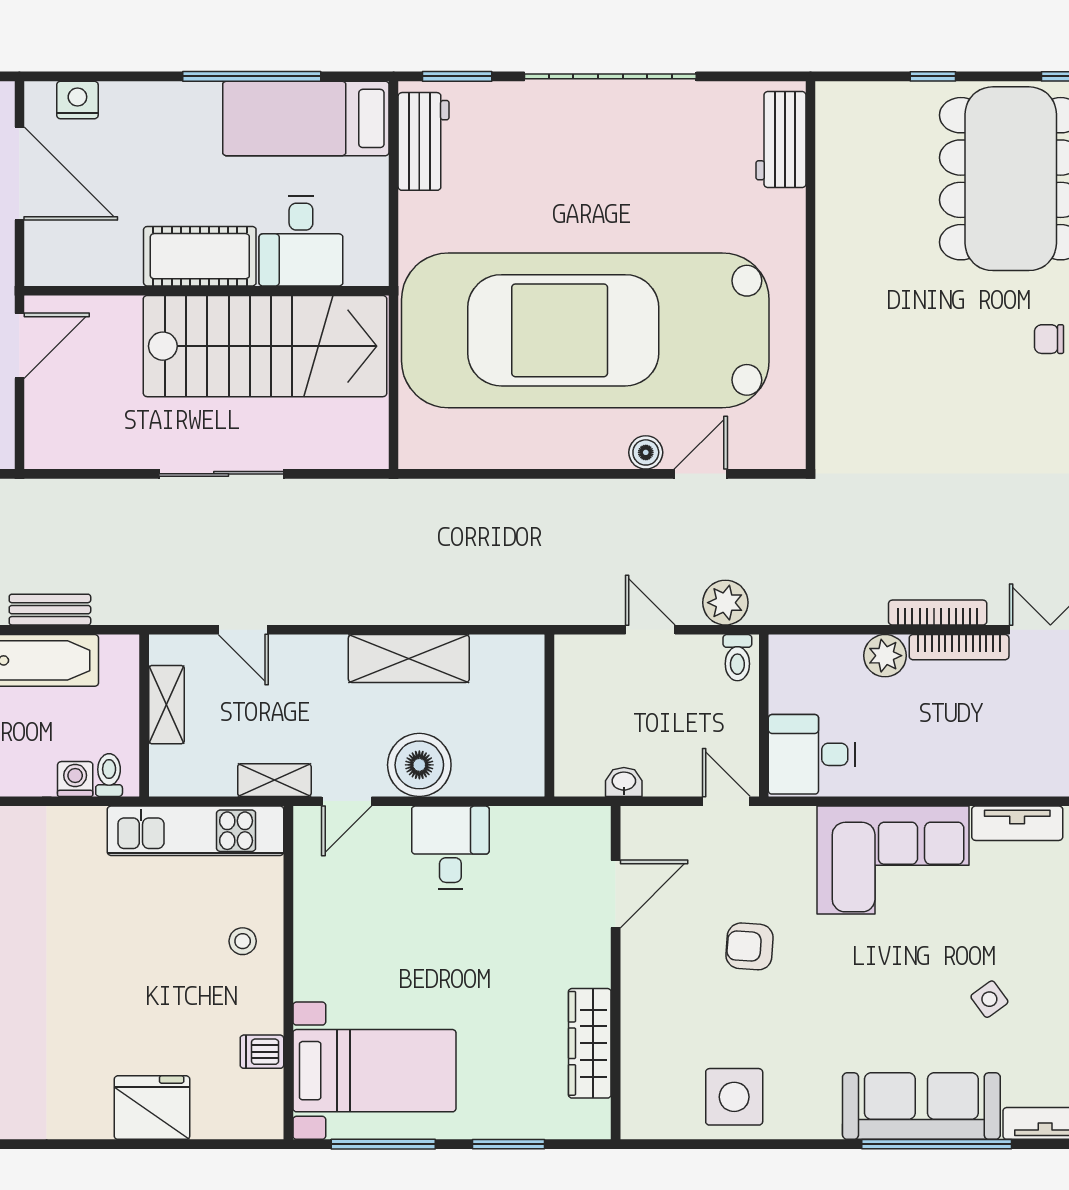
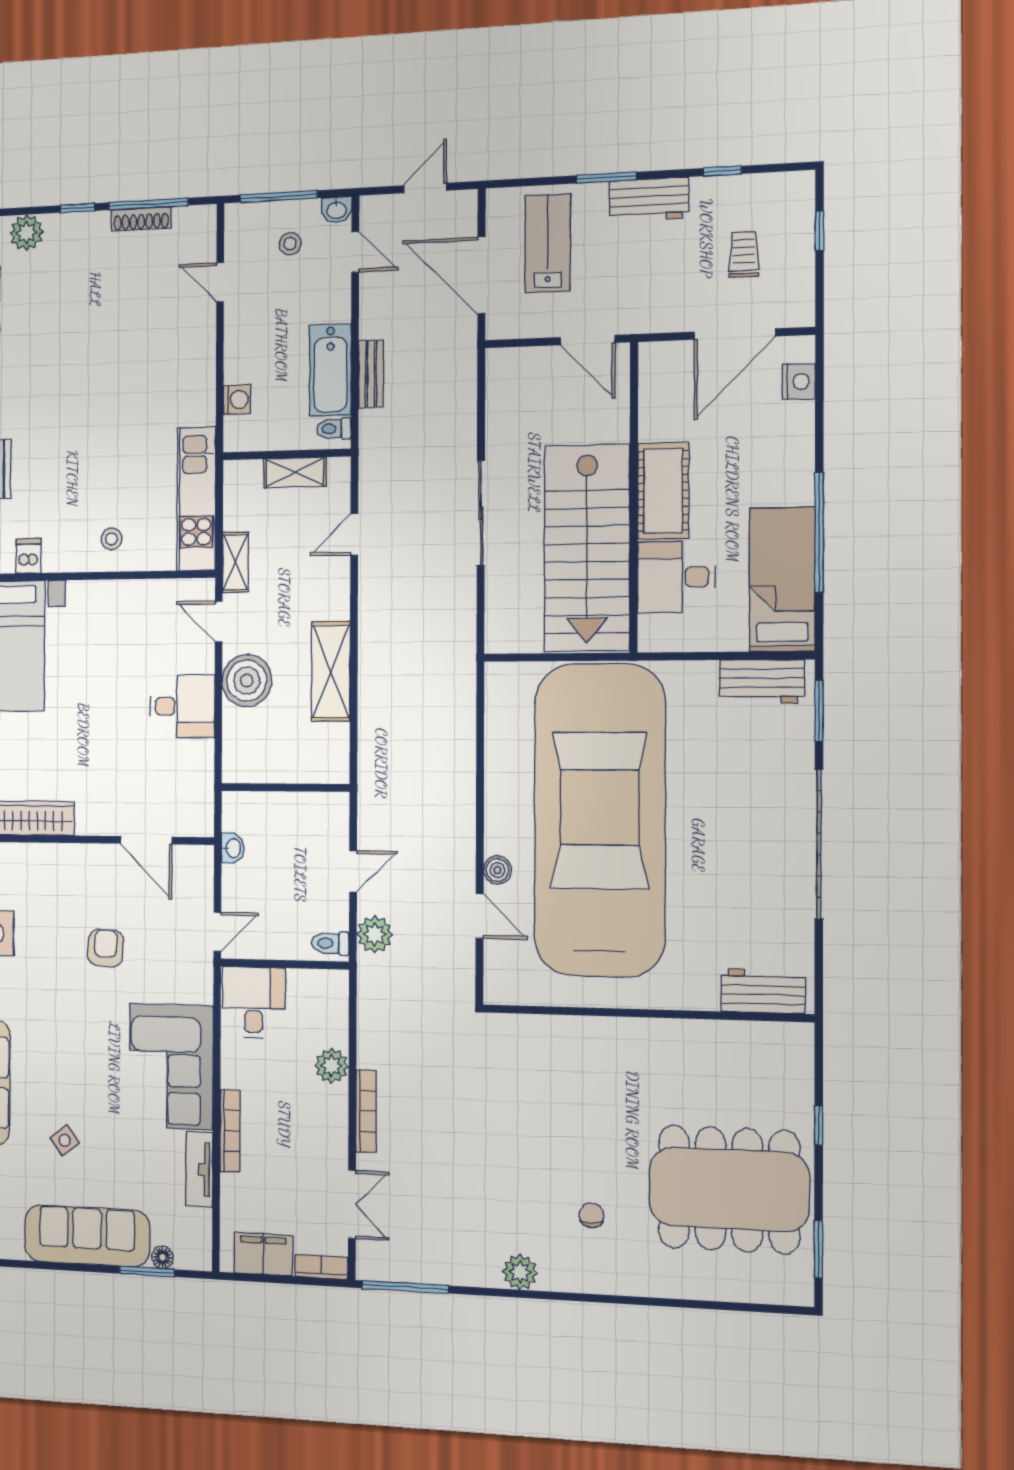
bookcase: (959, 647) -> (230, 1131), moved, turned 180
toilet: (109, 775) -> (334, 429), moved, turned 180

